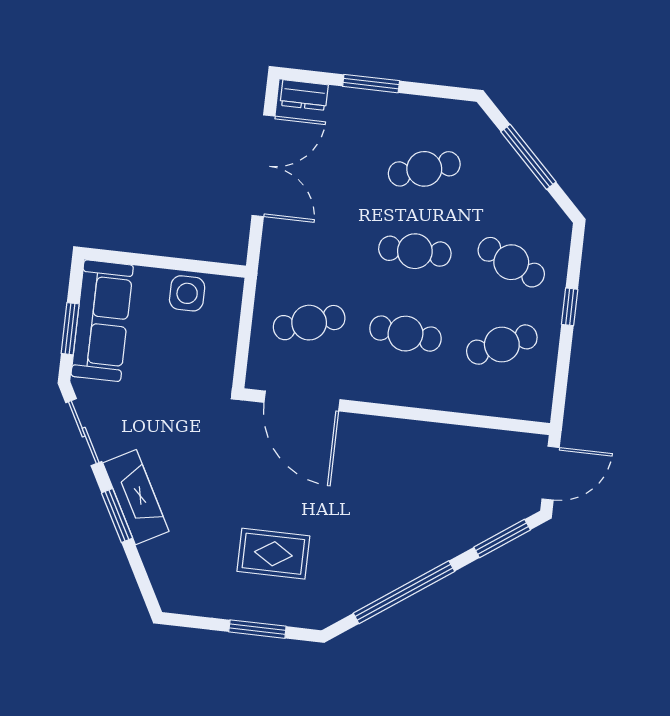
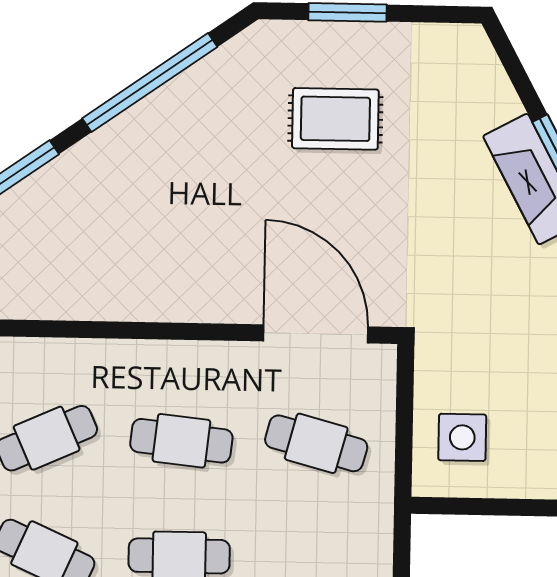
side table: (187, 293) -> (462, 437), moved
cafe table: (309, 323) -> (316, 443), turned 33

